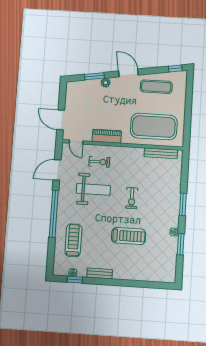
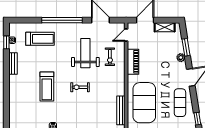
shelving: (70, 99) -> (165, 27), added
weight bench: (93, 189) -> (85, 53), turned 180

